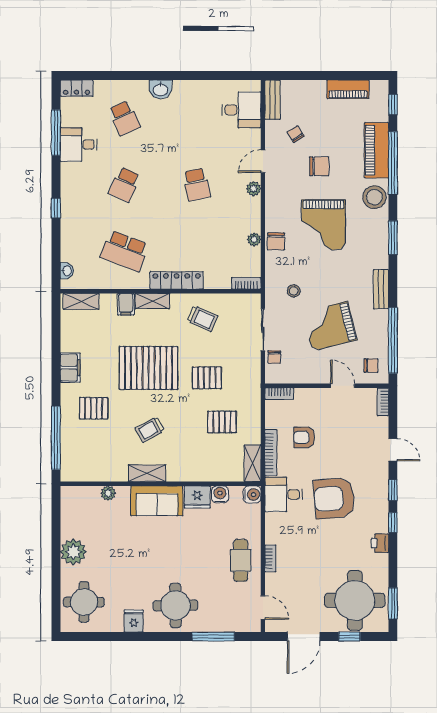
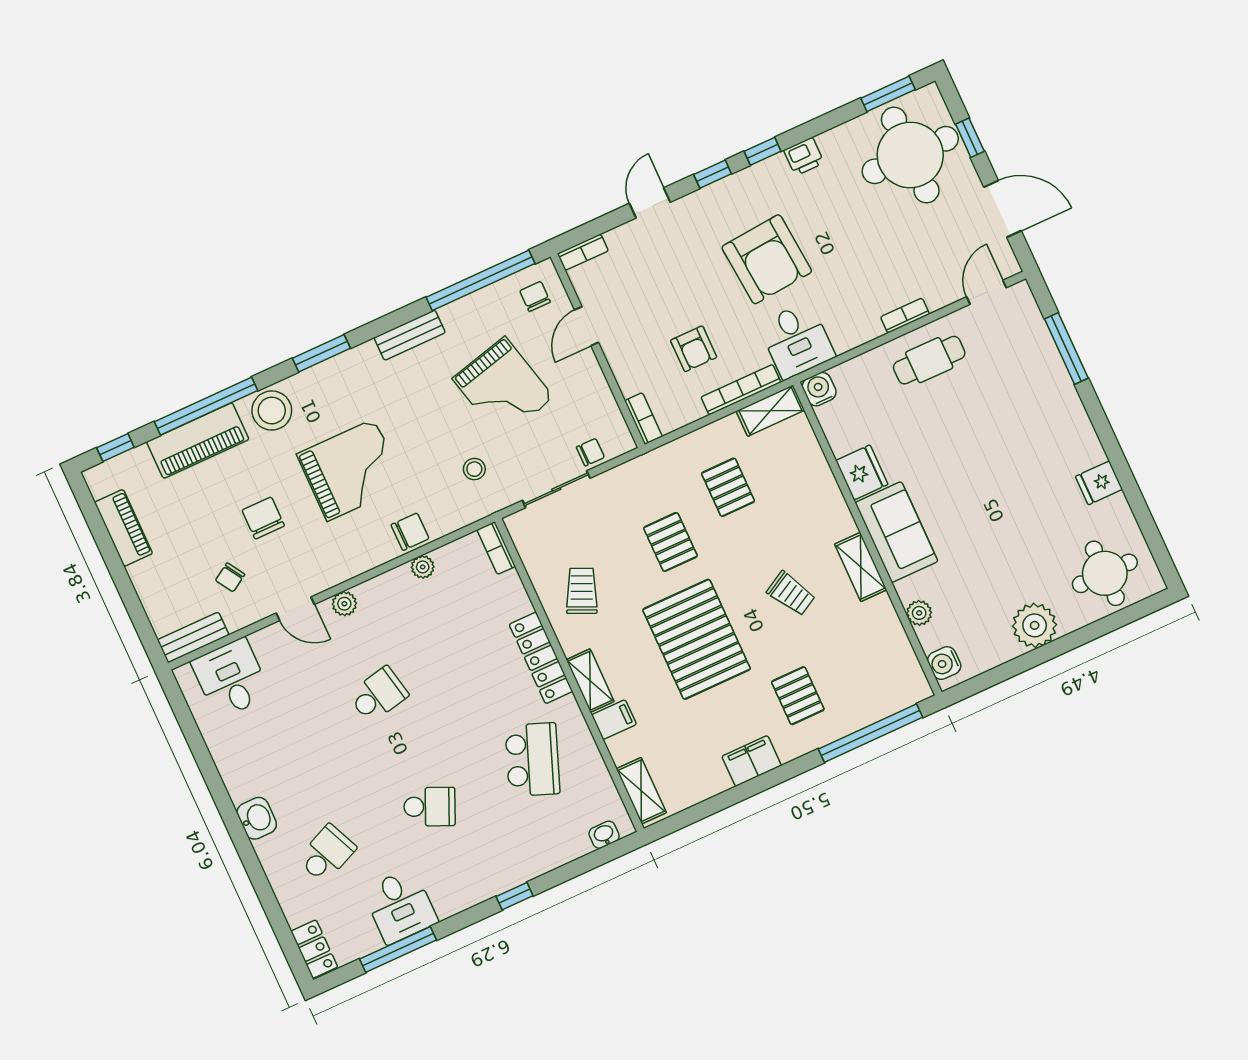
water cooler: (220, 494) -> (944, 663), moved
round table: (175, 605) -> (1045, 429), removed

